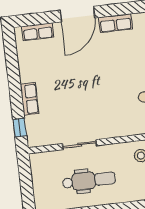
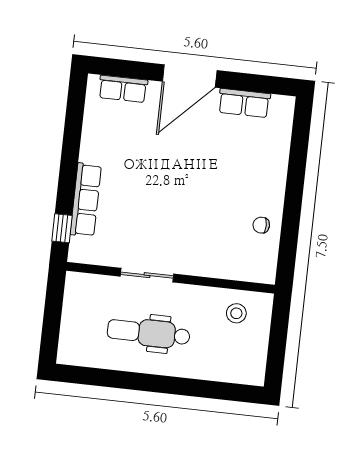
row of seats: (30, 99) -> (86, 200), width x1.48
dental chair: (89, 180) -> (149, 333), turned 180

